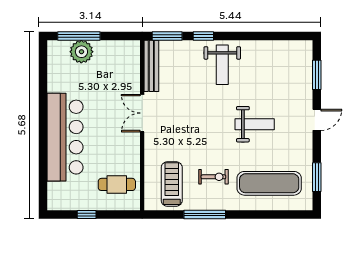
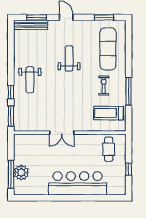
weight bench: (222, 65) -> (30, 80), turned 90
bench: (151, 66) -> (31, 25), moved

